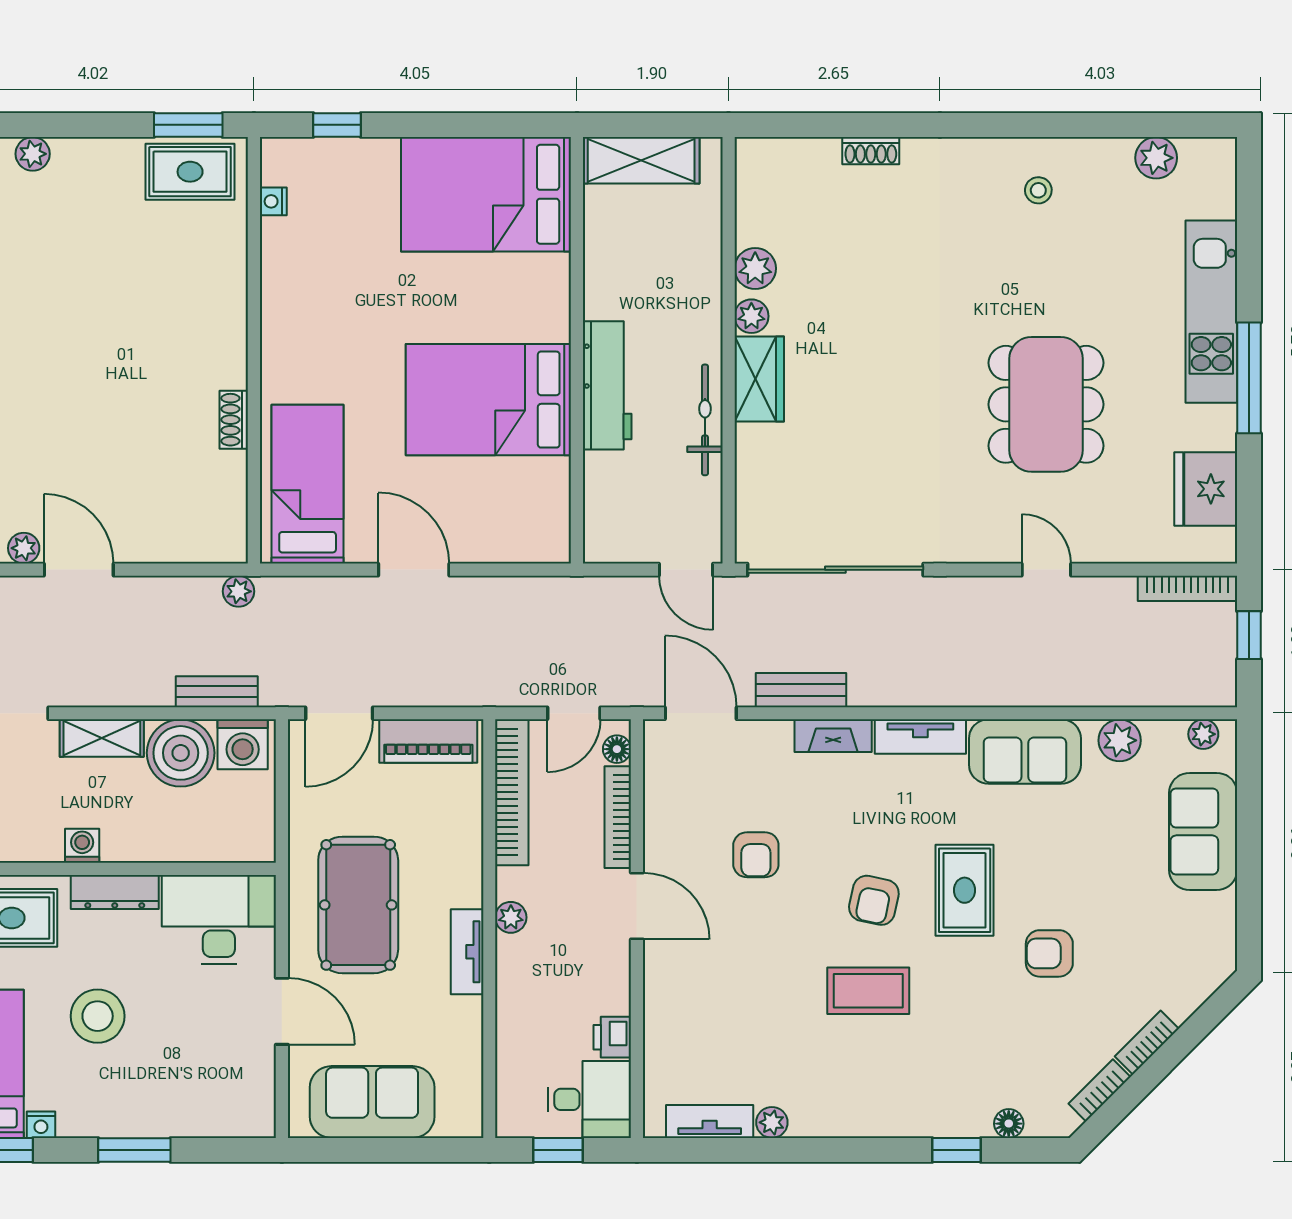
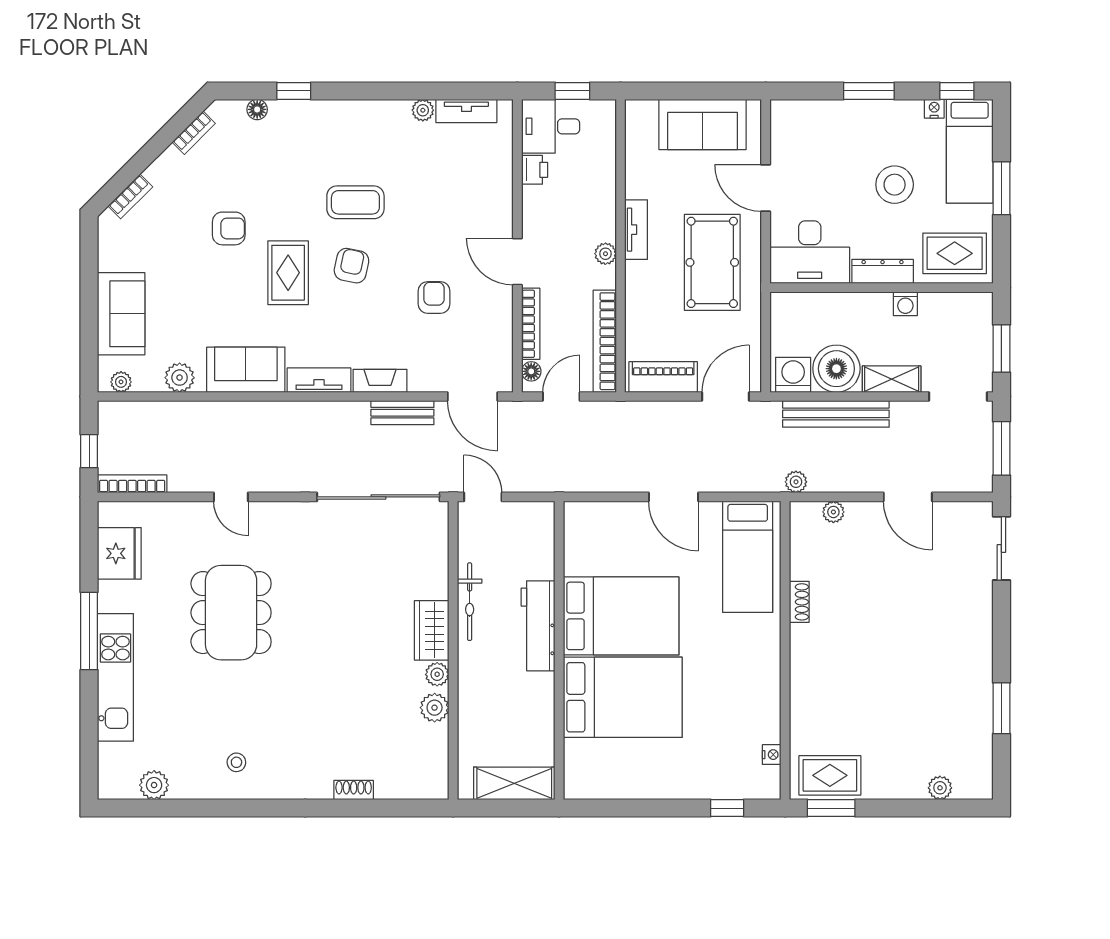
bed: (486, 194) -> (623, 697), moved
plant: (24, 548) -> (833, 512), moved
bench: (217, 692) -> (836, 414), width x1.86, depth x1.21
bookcase: (1147, 1042) -> (130, 196), moved

